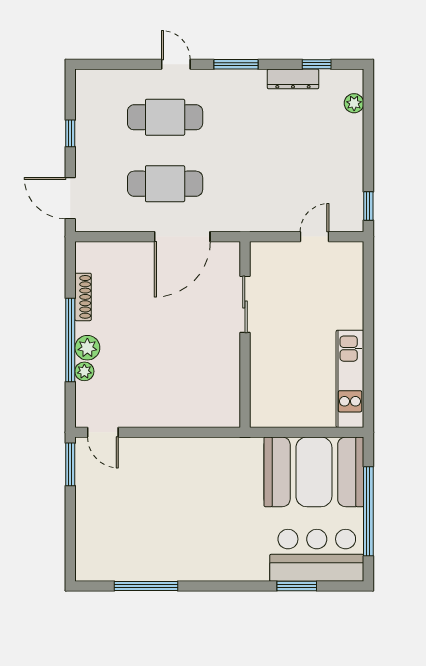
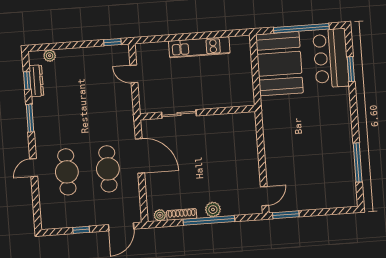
window: (236, 64) -> (30, 118), moved
dresser: (293, 79) -> (36, 81), moved
plant: (84, 371) -> (160, 215), moved
kitchen unit: (350, 379) -> (199, 47), moved

